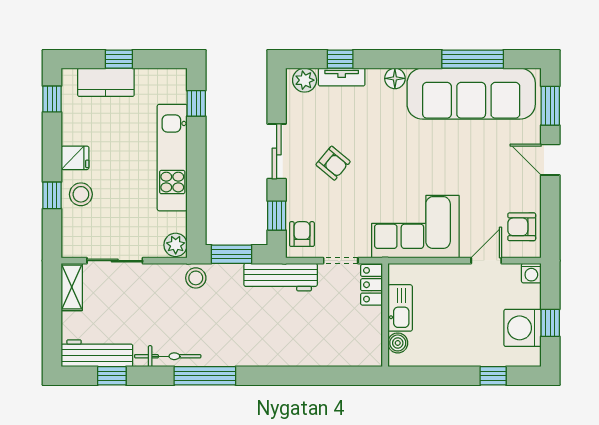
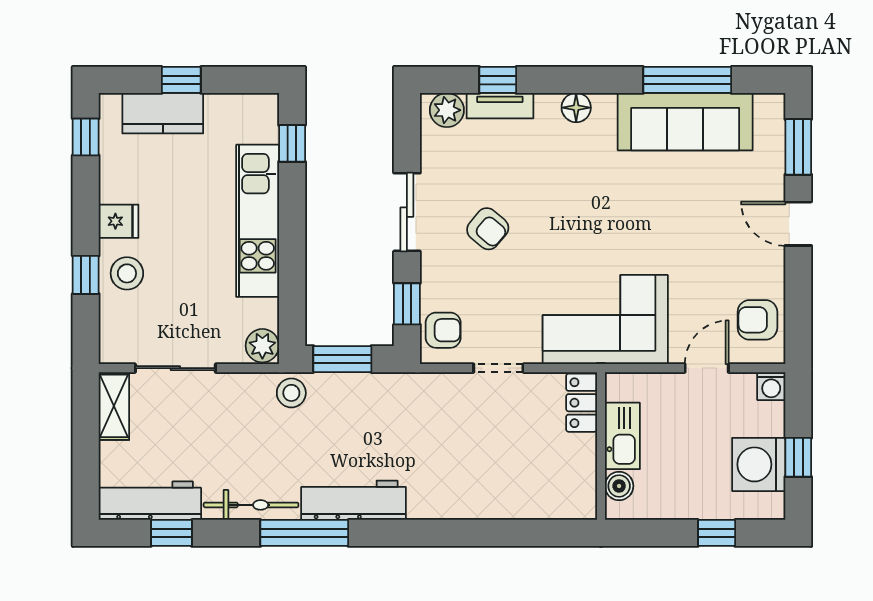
sofa: (471, 94) -> (685, 122), width x0.74, depth x0.79
armchair: (302, 234) -> (443, 330), turned 90
workbench: (281, 277) -> (353, 500), moved, turned 180
locker: (371, 285) -> (582, 403), moved
kitchen sink: (400, 308) -> (622, 436), moved
wall: (385, 315) -> (601, 446), moved
boiler: (398, 343) -> (619, 486), moved

